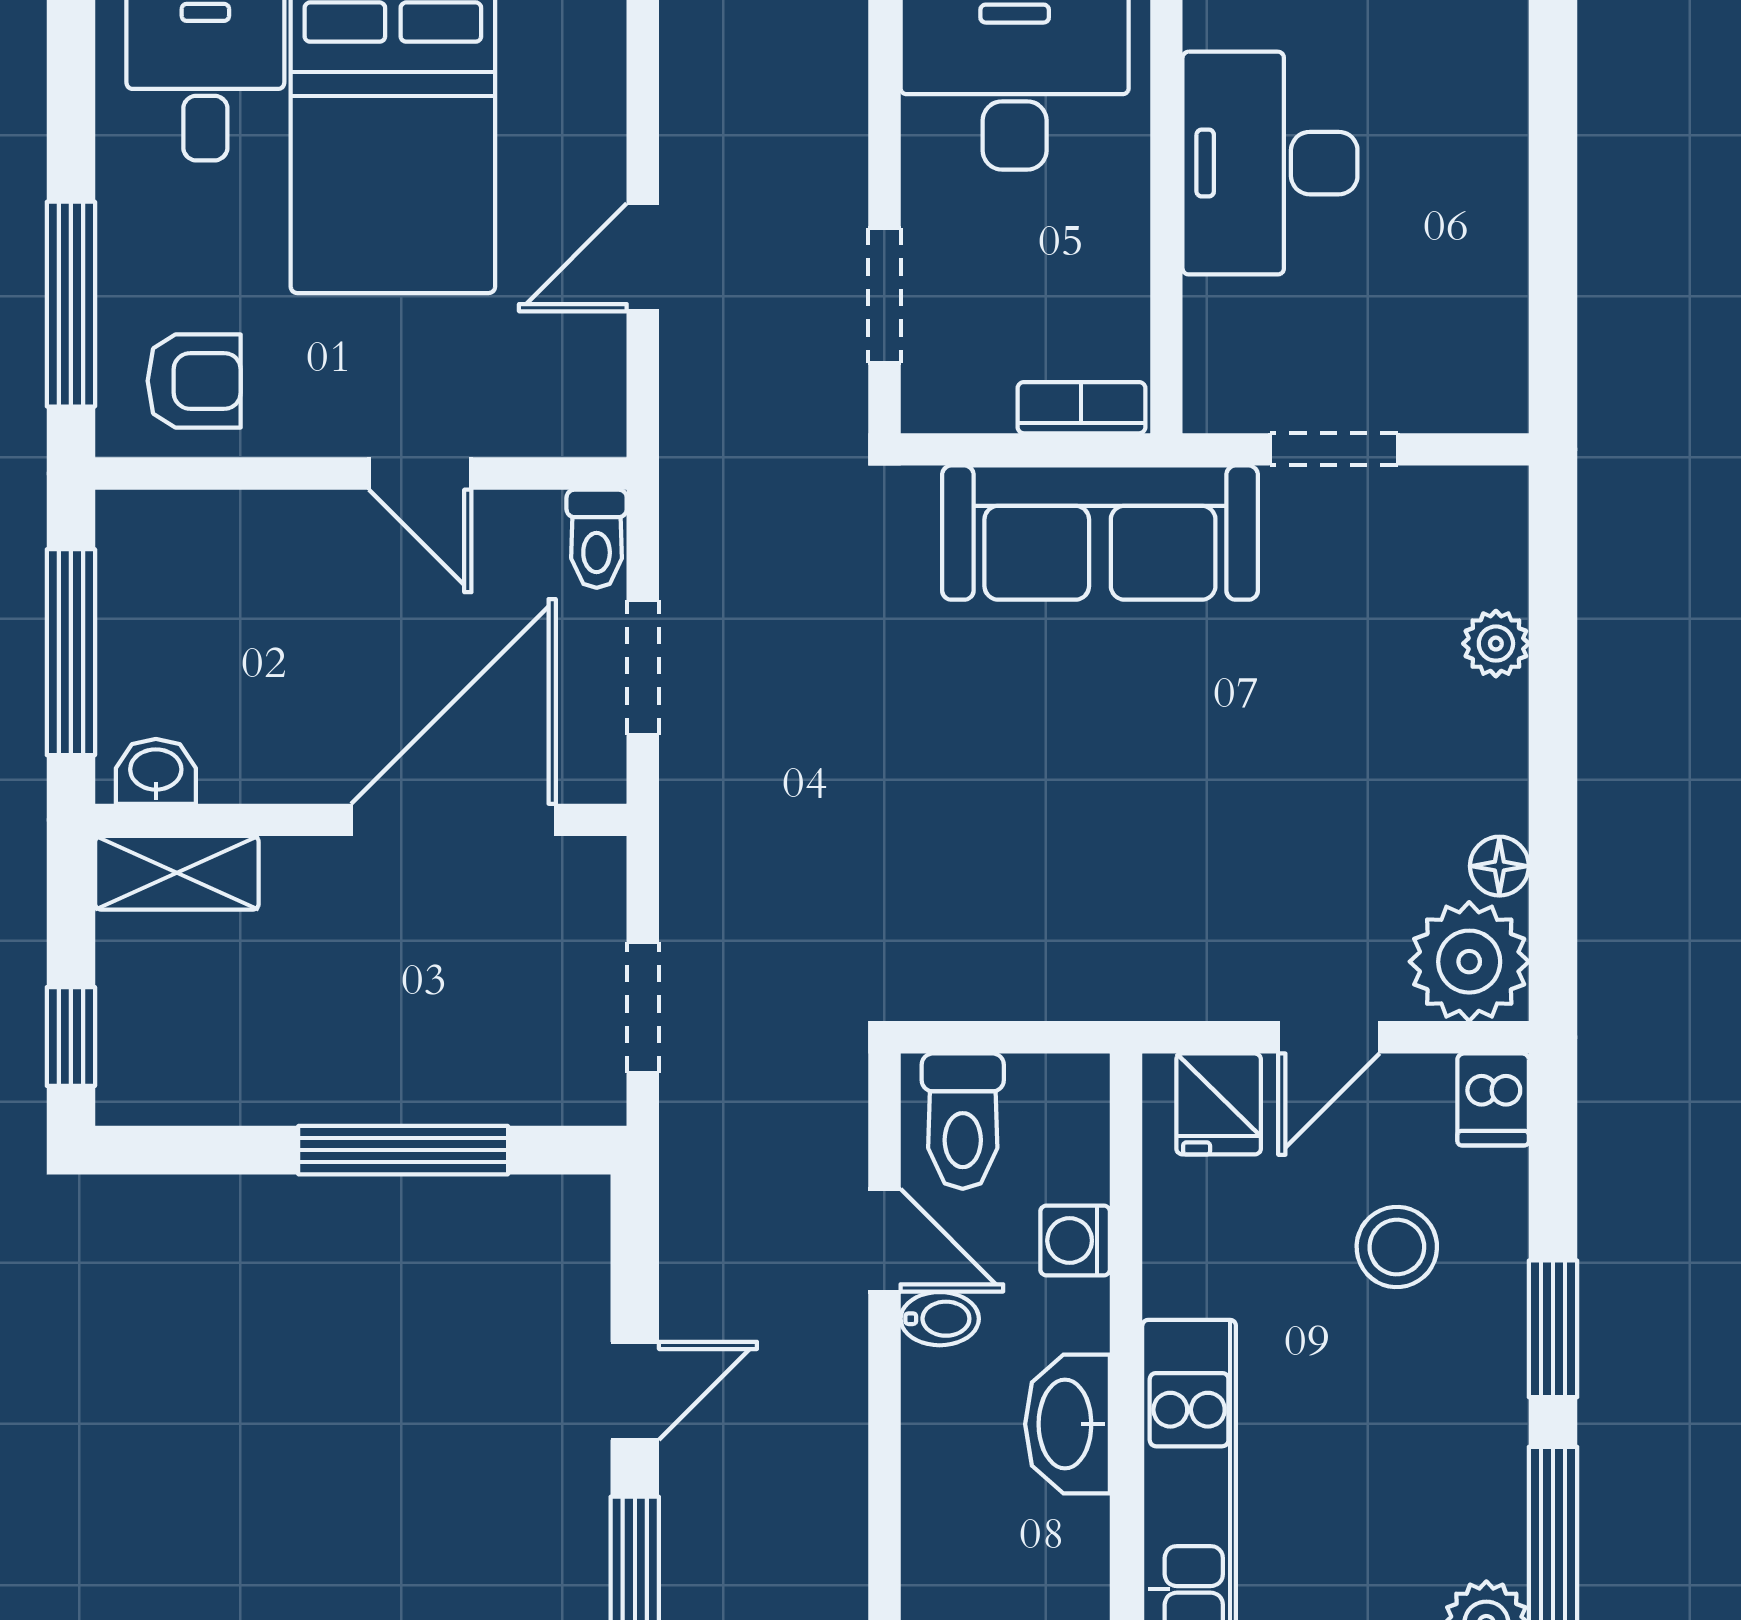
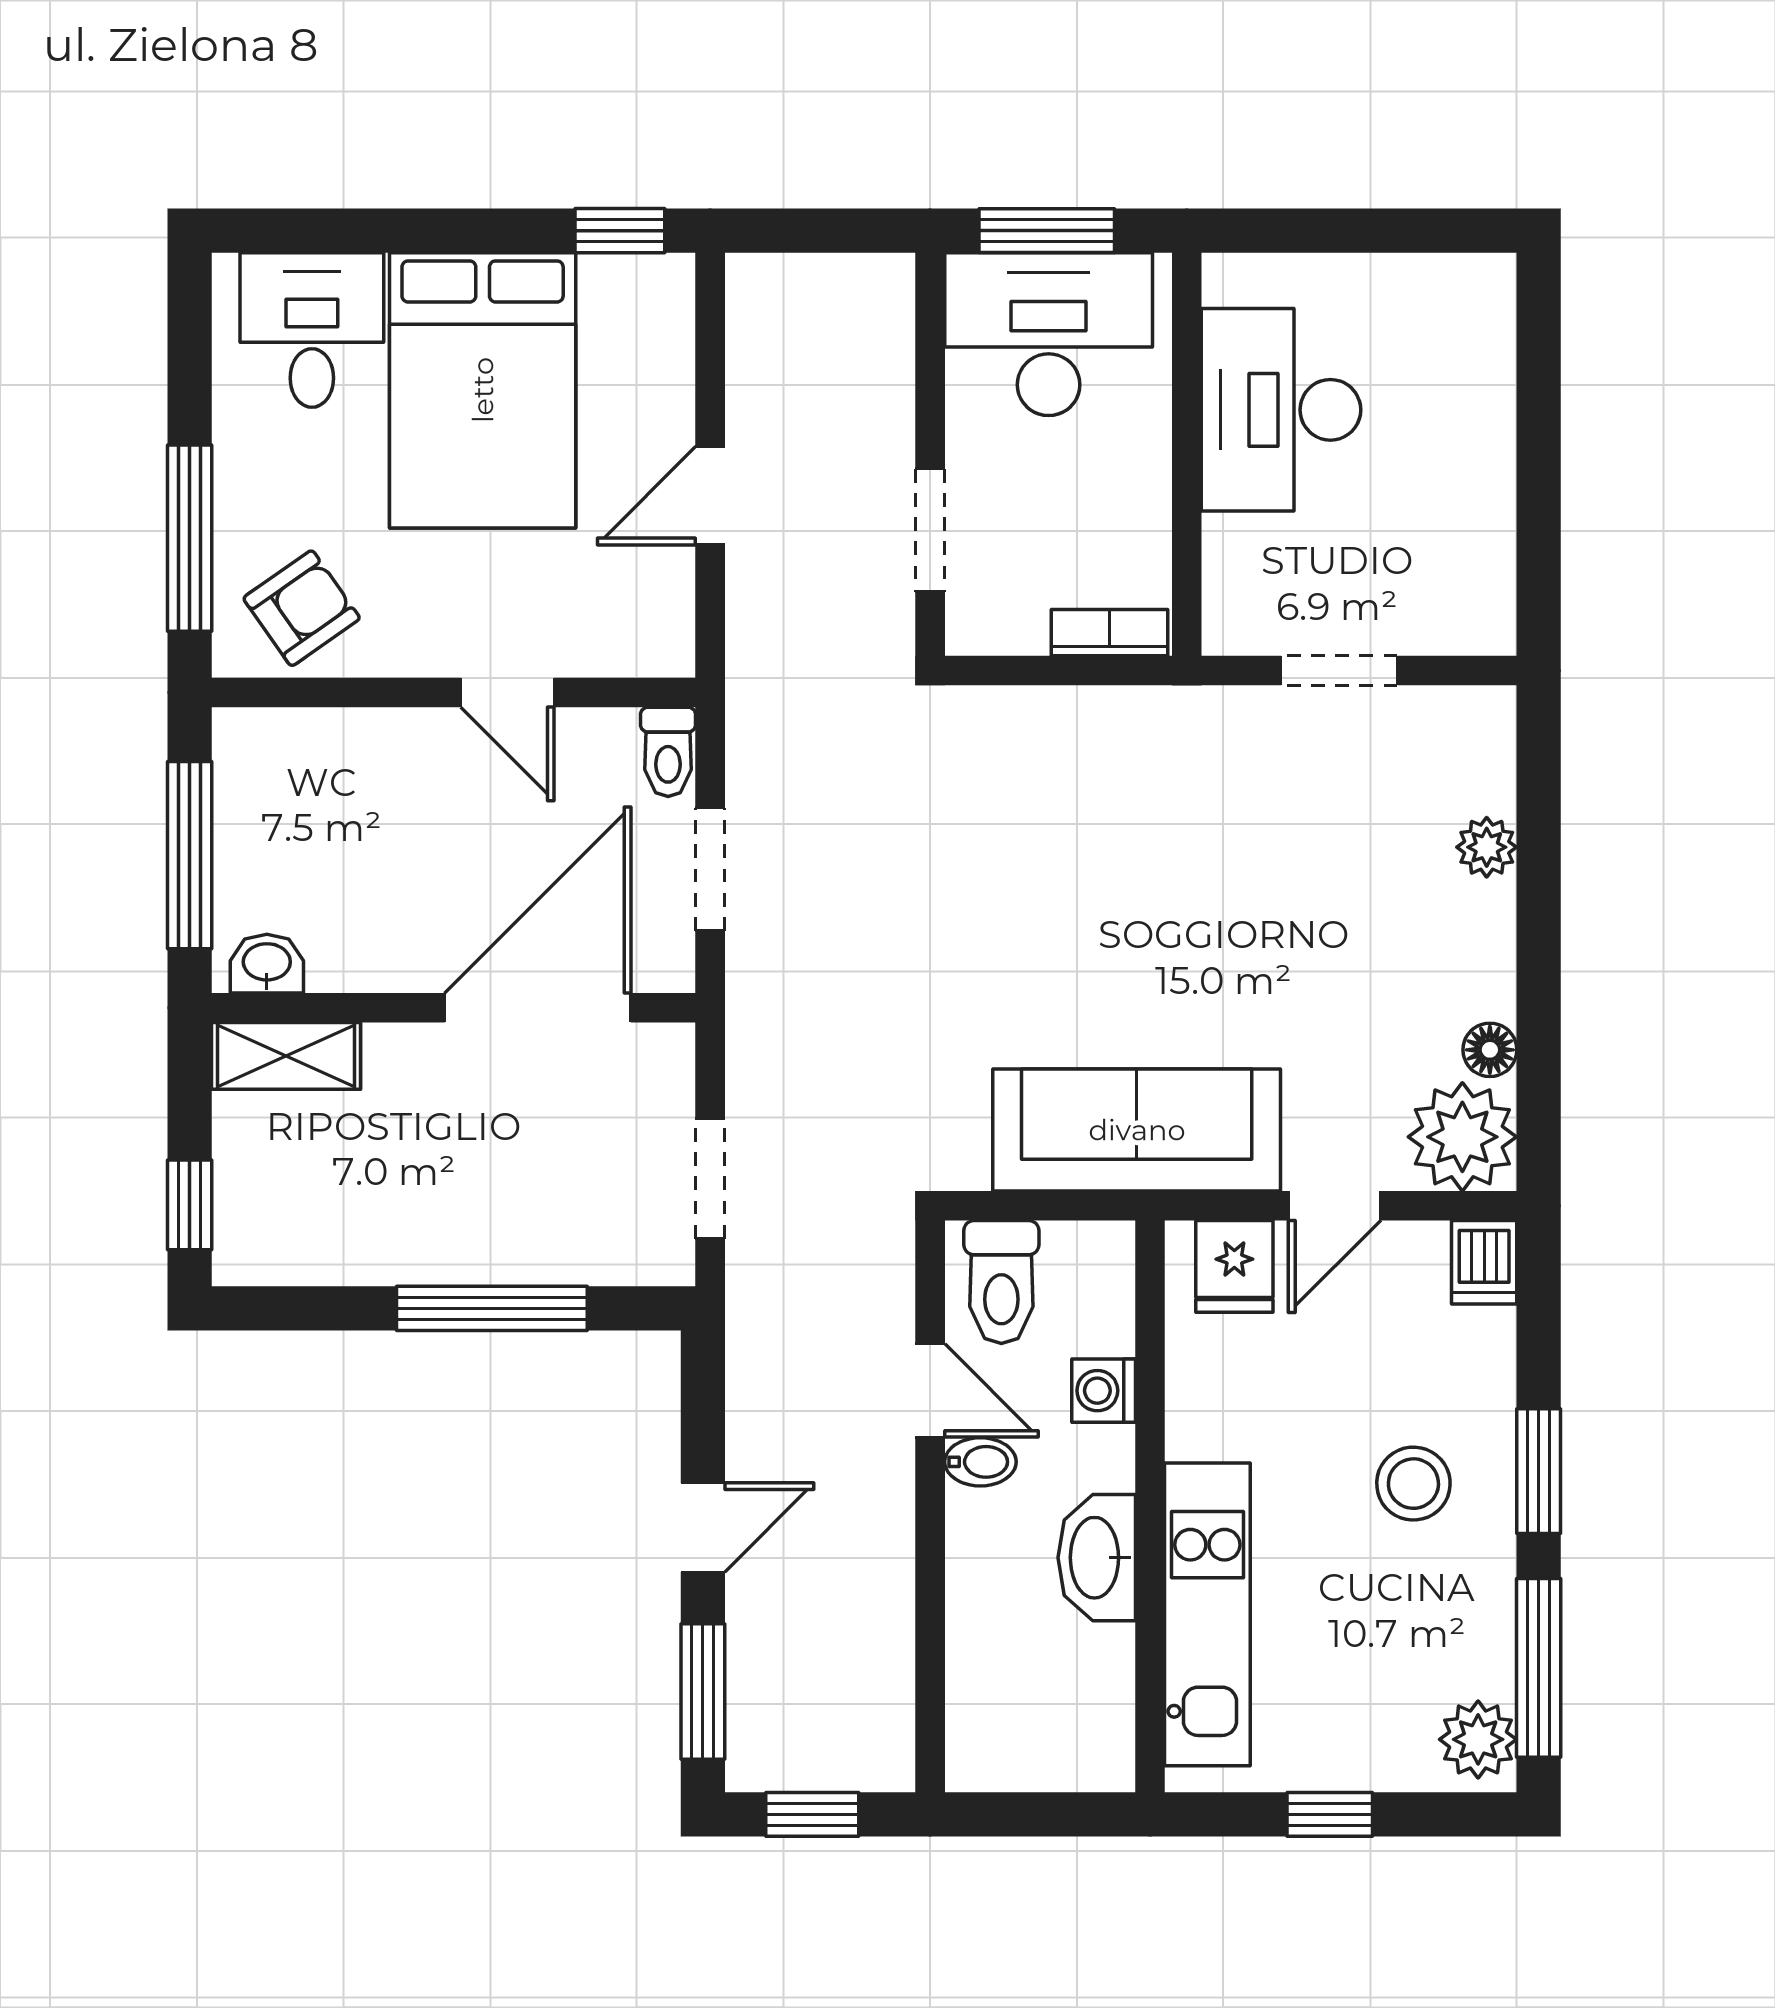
armchair: (194, 381) -> (302, 608), turned -35
sofa: (1100, 533) -> (1137, 1130), moved, turned 180
stool: (1397, 1247) -> (1413, 1484), moved

